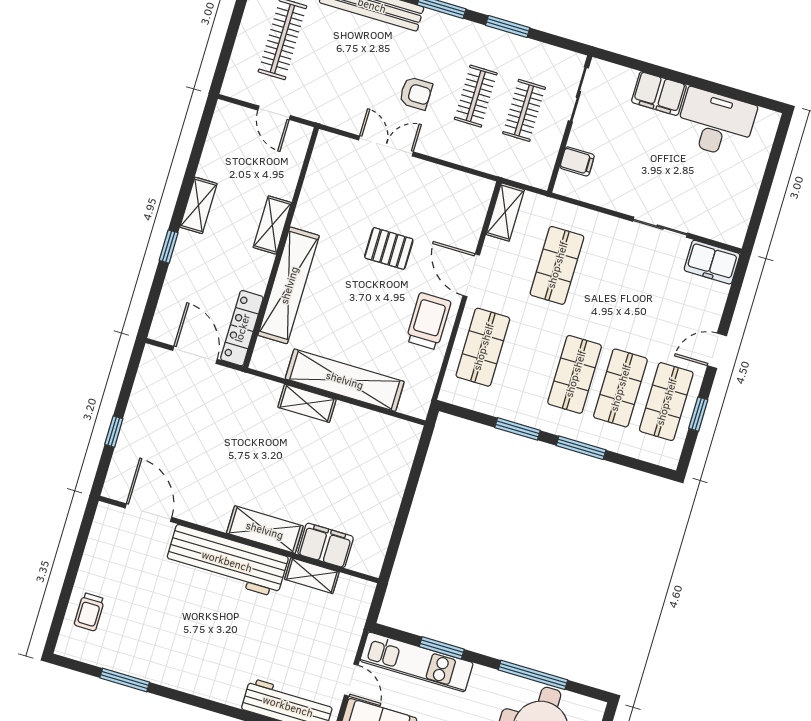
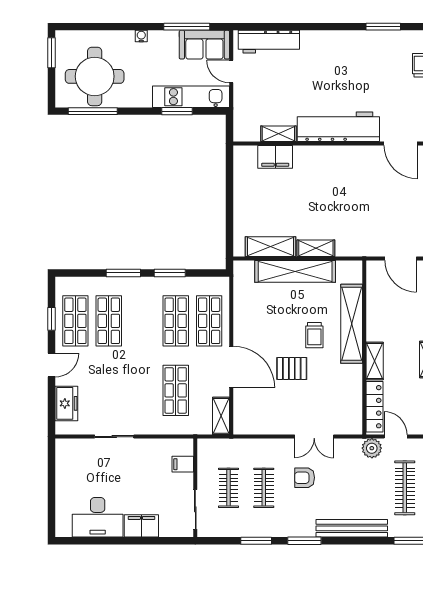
plant: (312, 107) -> (372, 448), added
freezer: (712, 262) -> (66, 403), moved, turned 90
door: (471, 275) -> (231, 367), width x1.36
trolley: (428, 321) -> (314, 335), moved, width x0.73, depth x0.72
locker: (242, 328) -> (375, 407), moved
shop shelf: (575, 374) -> (176, 321), moved
shelving: (265, 530) -> (271, 247), moved
window: (533, 675) -> (93, 111), moved

